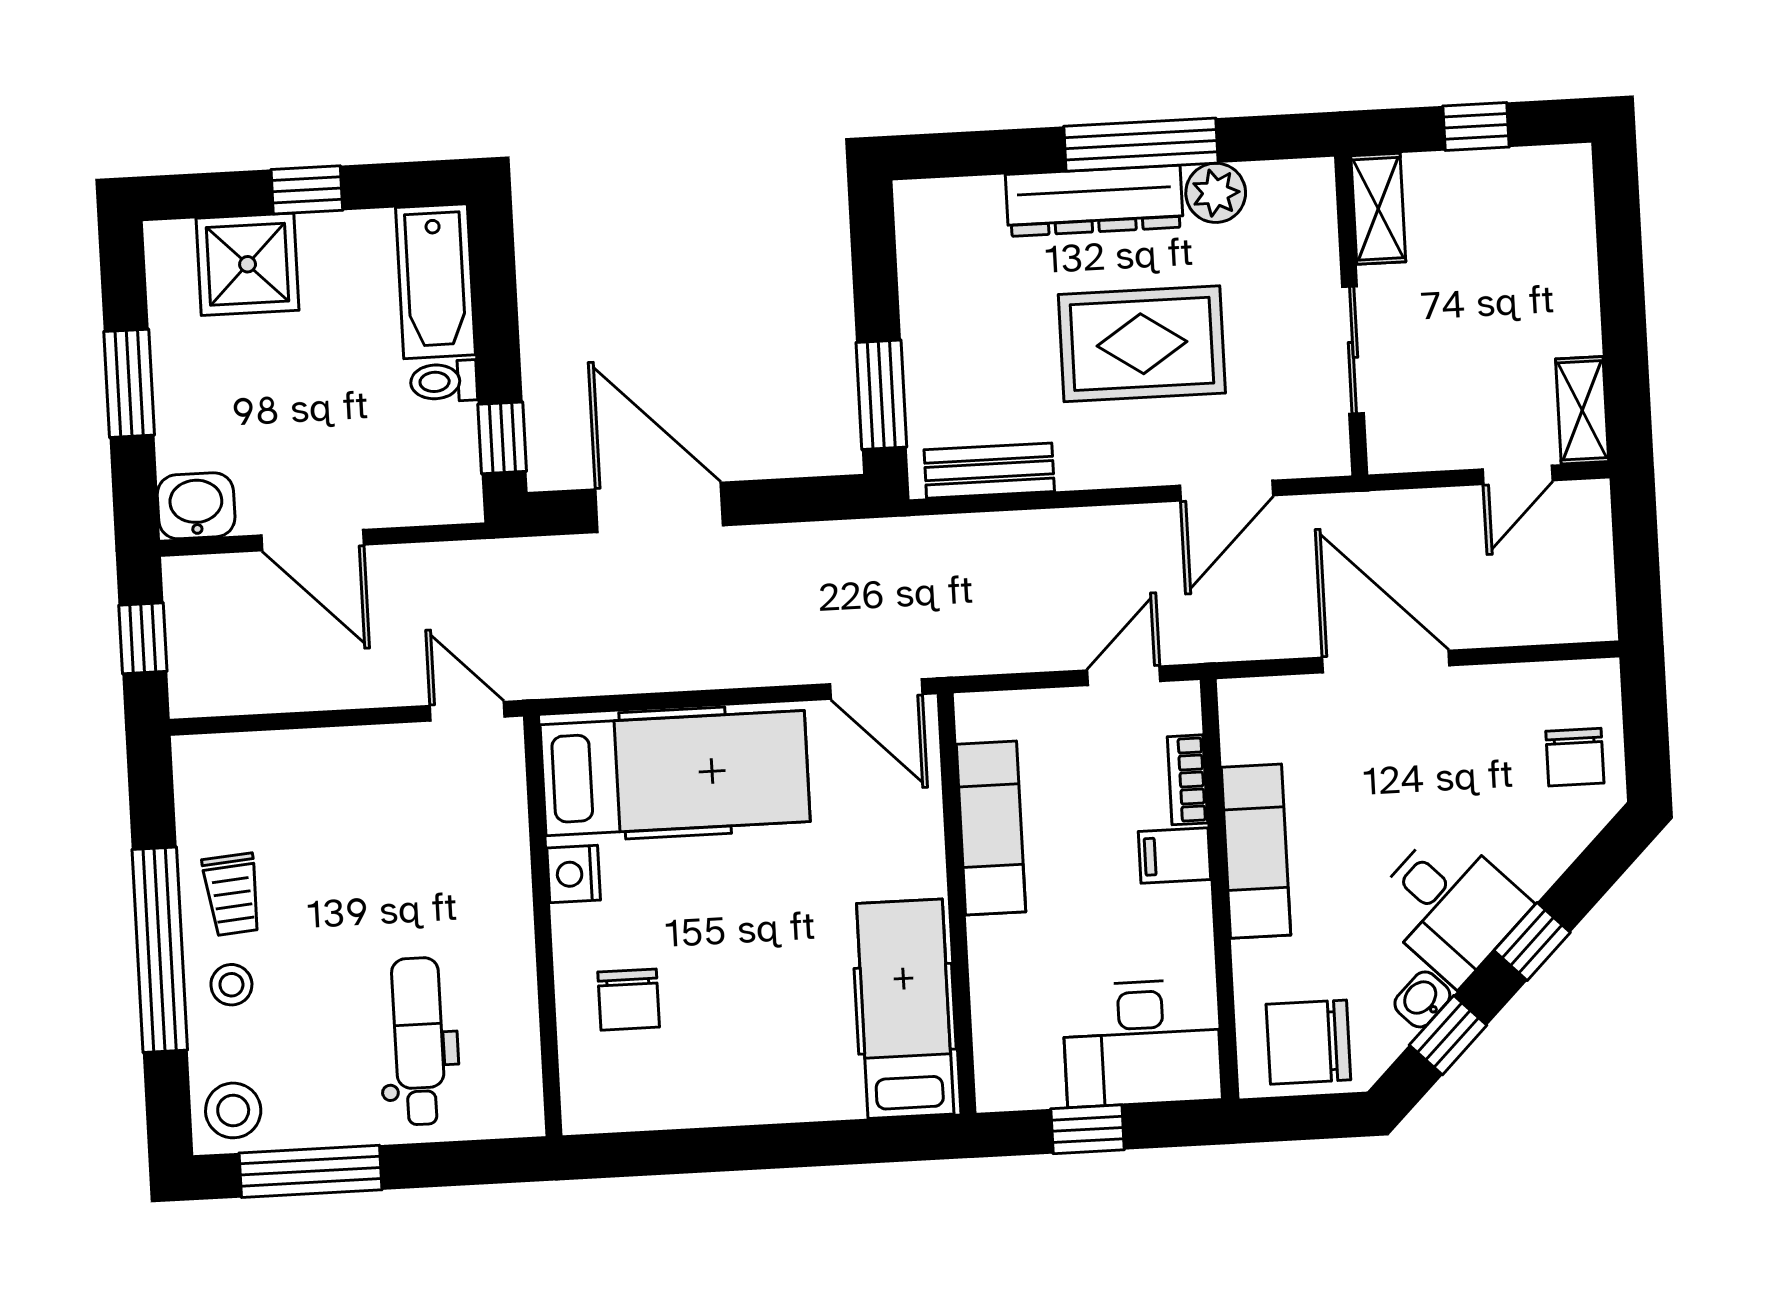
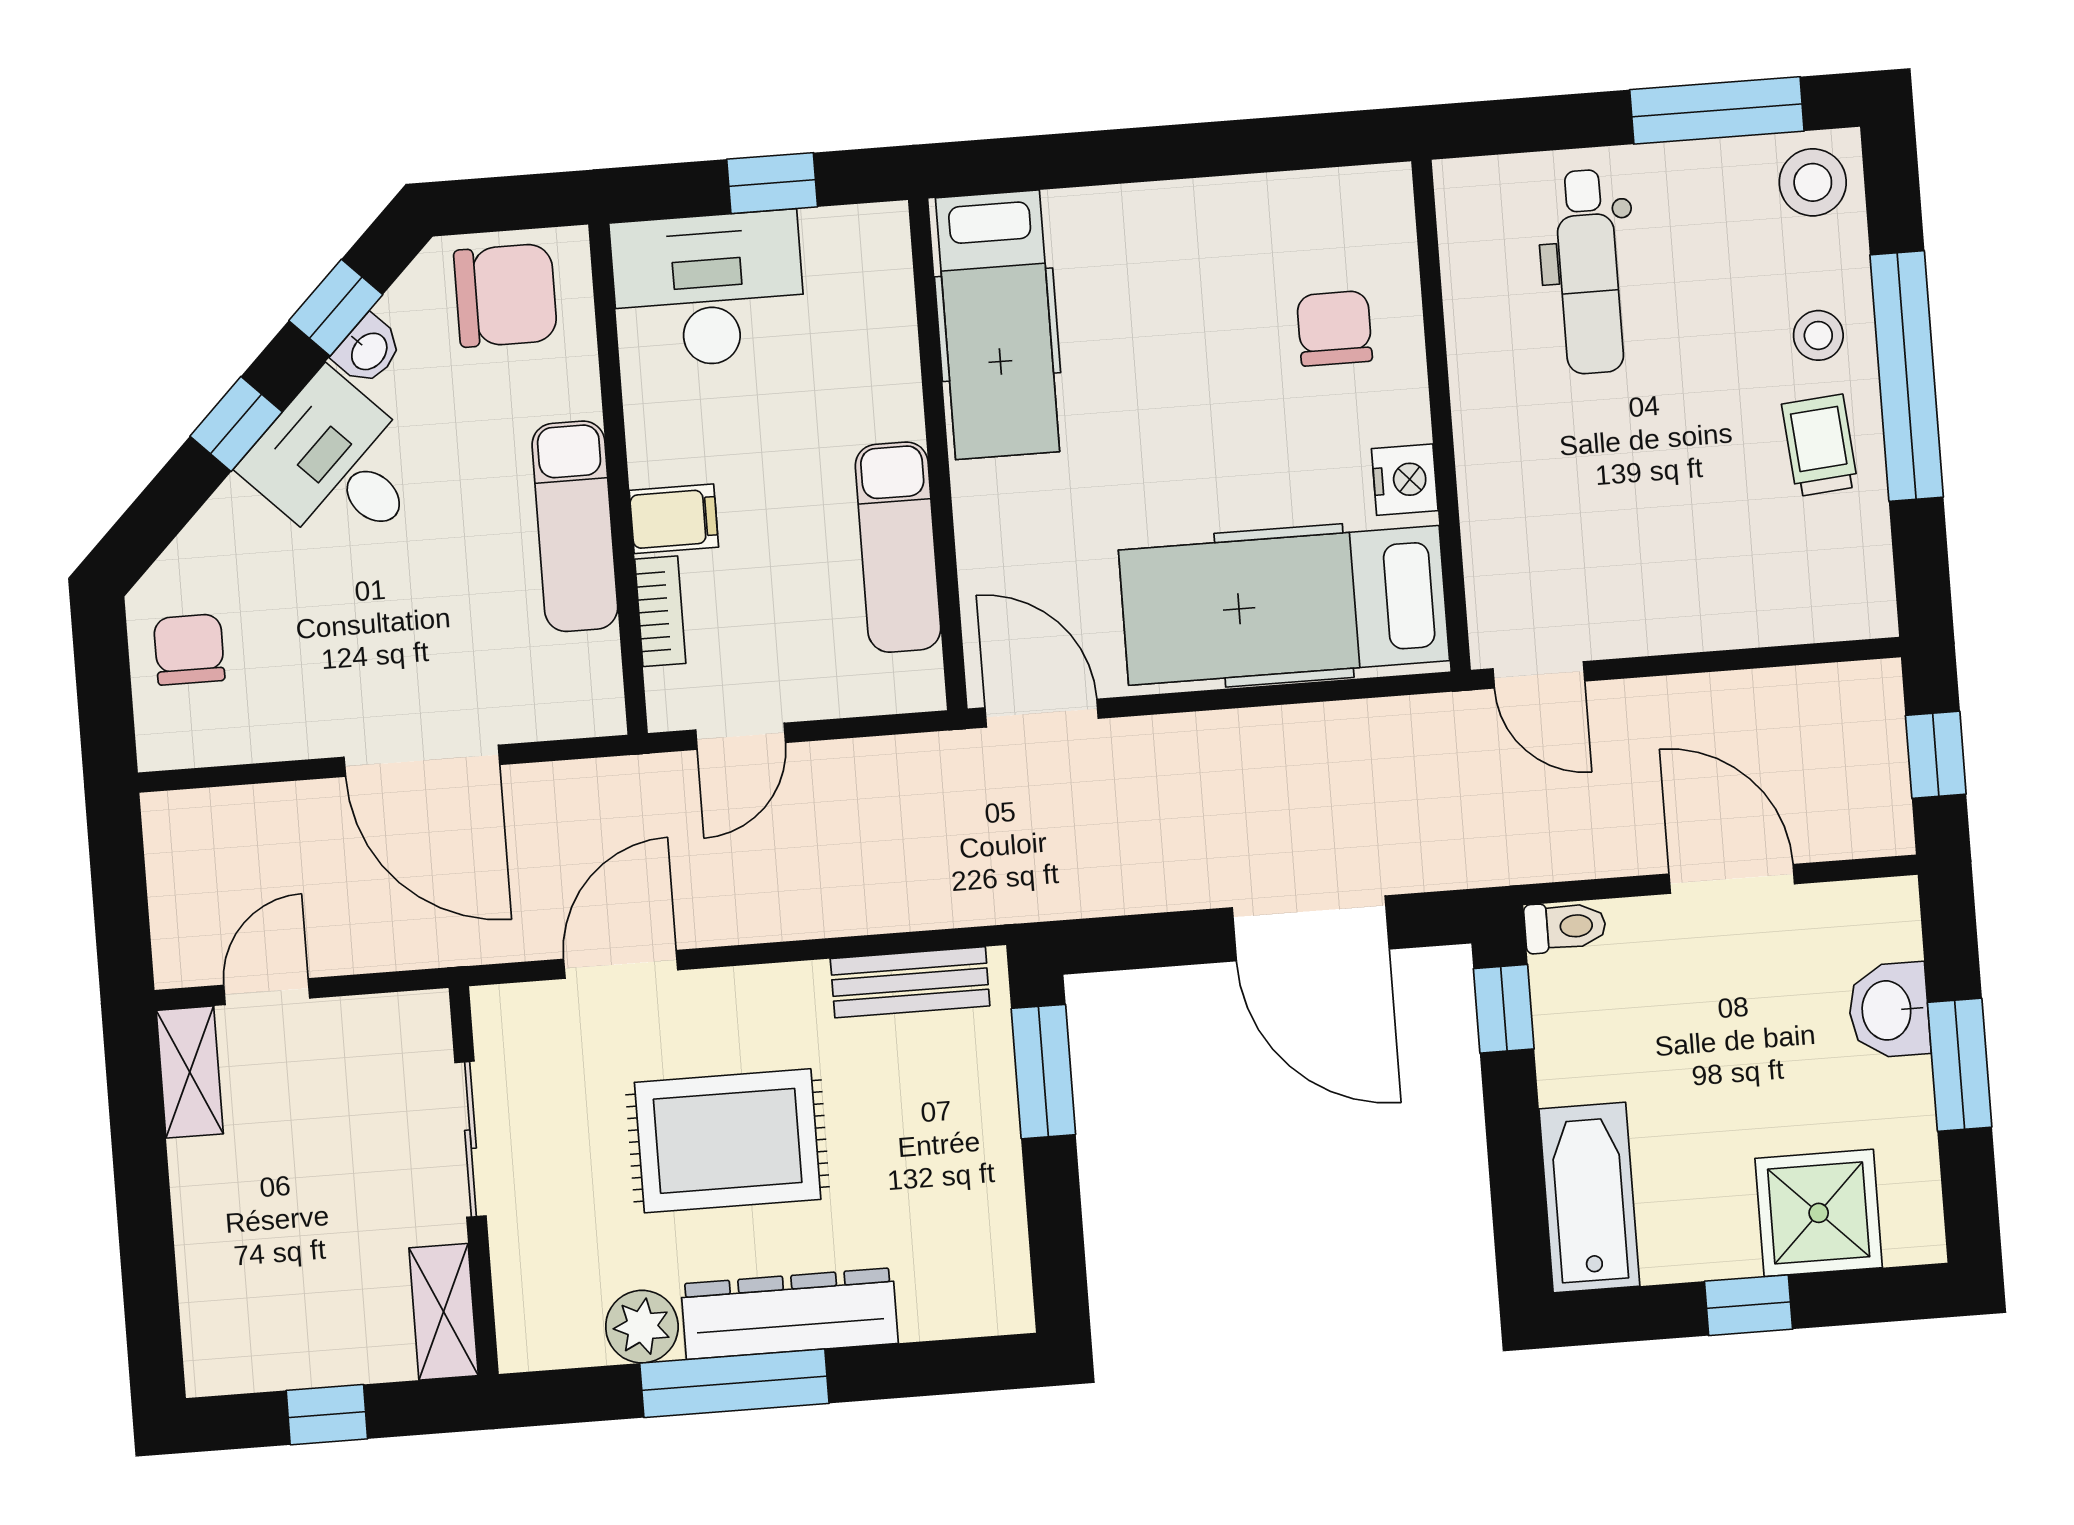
toilet: (444, 381) -> (1565, 927), moved
washbasin: (196, 506) -> (1889, 1010), moved, turned 90

